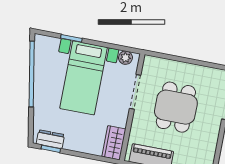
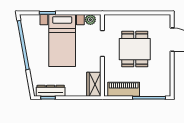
dresser: (50, 139) -> (51, 91), width x1.44

